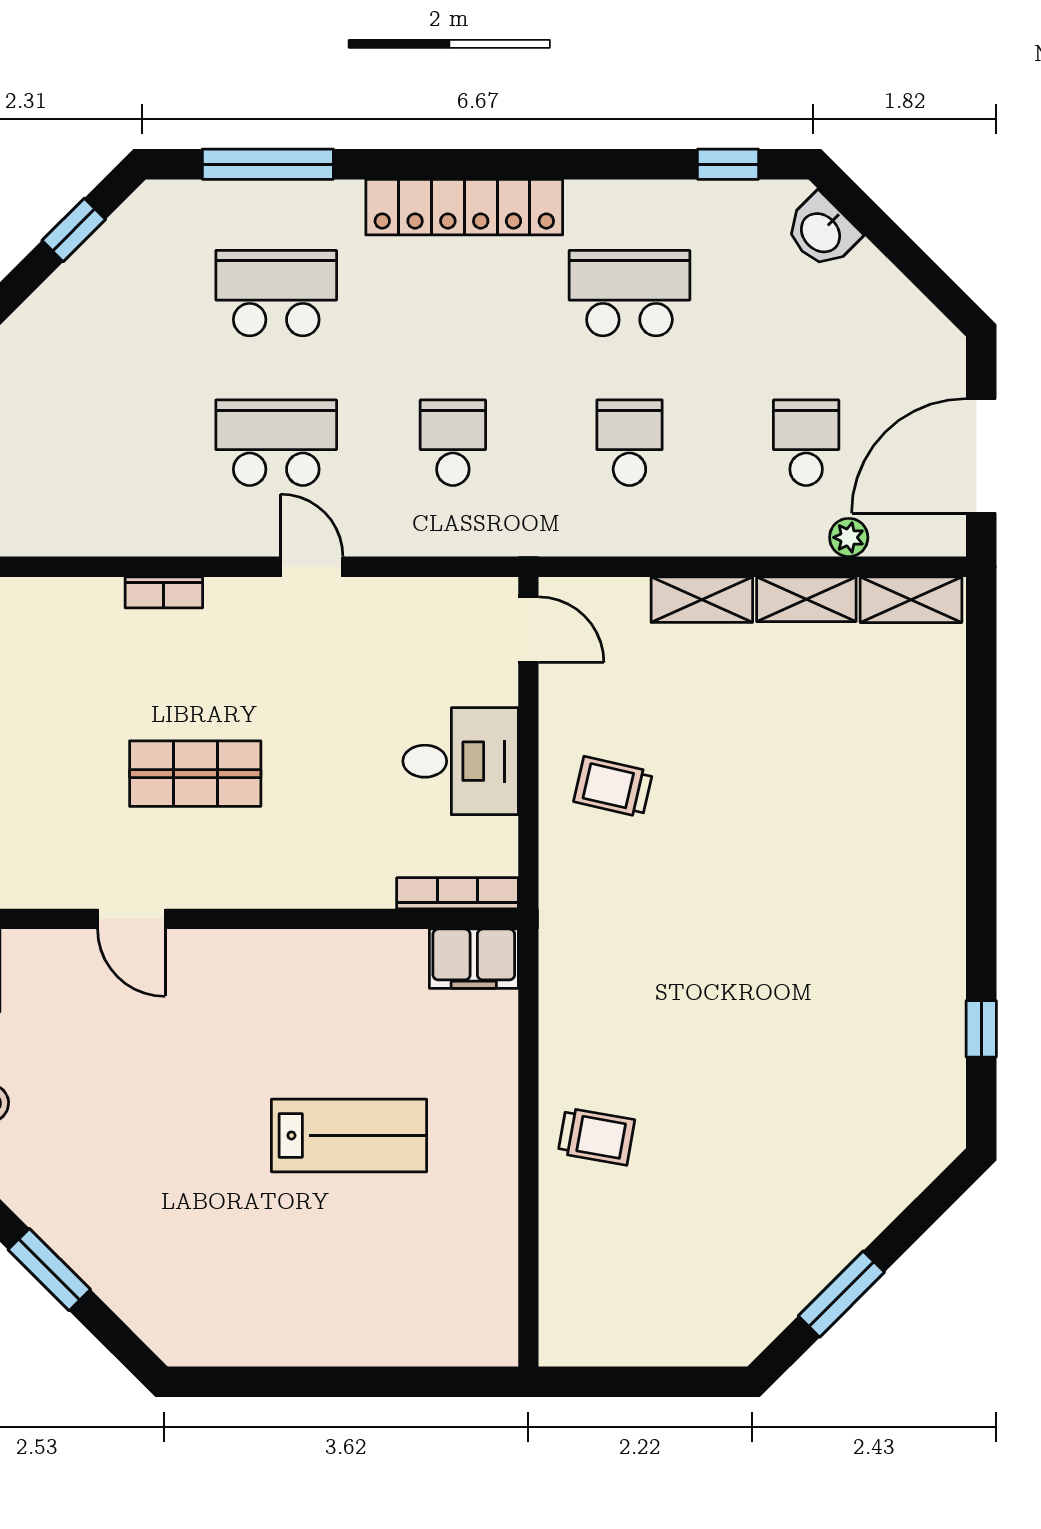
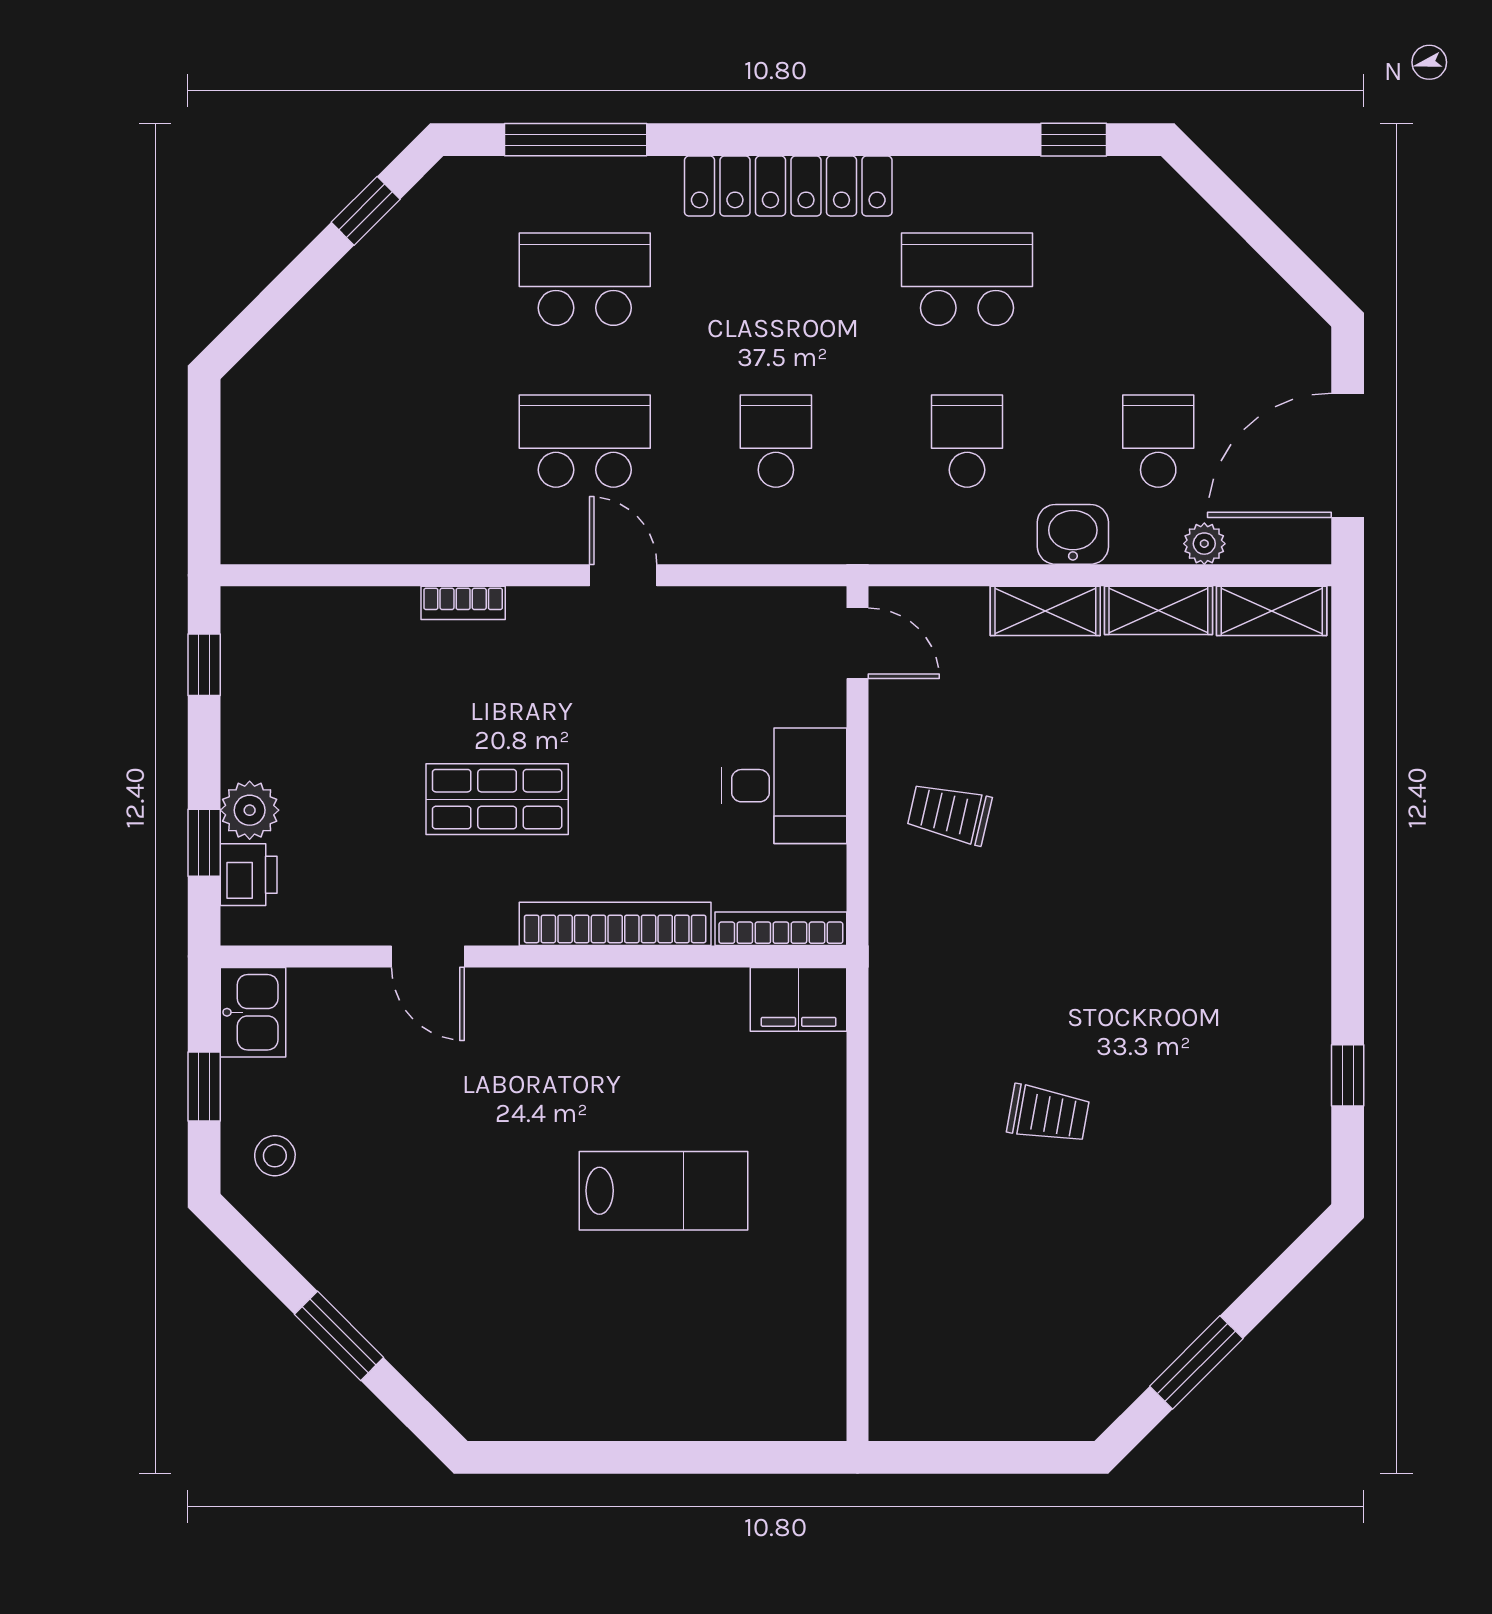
washbasin: (822, 232) -> (1073, 534), moved, turned 135
bookcase: (304, 889) -> (615, 924), added
trolley: (596, 1136) -> (1048, 1114), moved

